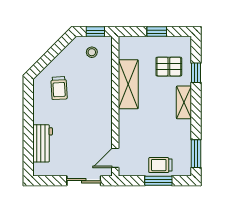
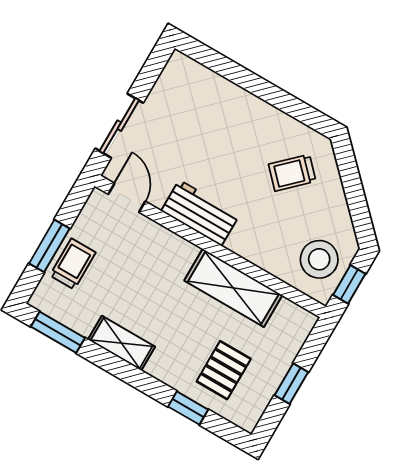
stool: (92, 52) -> (319, 259), width x1.89, depth x1.89
trolley: (59, 88) -> (292, 173), turned -41
shelving: (184, 102) -> (122, 343), moved
workbench: (43, 143) -> (200, 213), moved, turned 180

